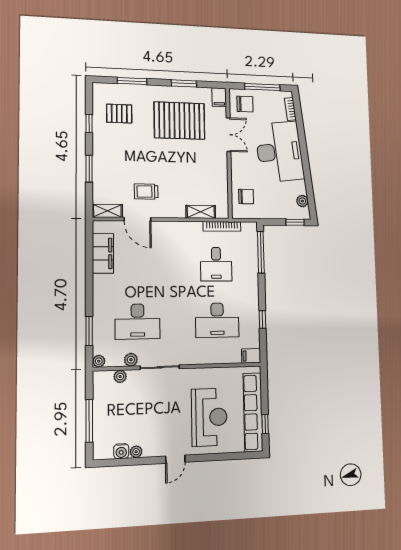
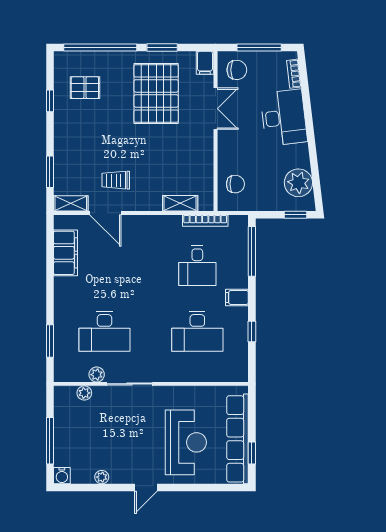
window: (132, 81) -> (100, 47), width x2.11
pallet: (179, 121) -> (156, 93), turned 90
desk: (279, 152) -> (284, 118), width x0.73, depth x0.77
window: (89, 169) -> (50, 172), moved
plant: (302, 201) -> (298, 183), width x1.88, depth x1.88
filing cabinet: (251, 356) -> (237, 297), moved
plant: (99, 361) -> (61, 375), removed
water cooler: (121, 451) -> (62, 476), moved

